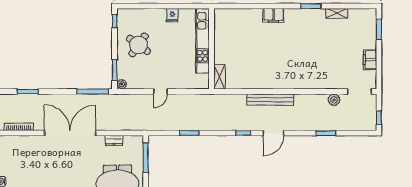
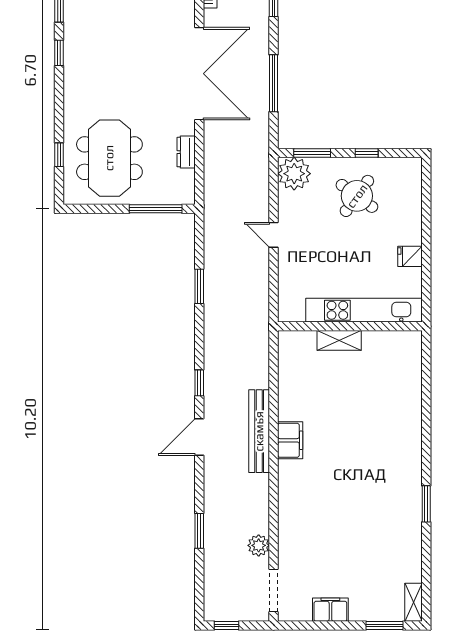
shelving: (337, 13) -> (414, 602), moved
filing cabinet: (273, 15) -> (290, 440), moved, turned 180
window: (115, 21) -> (367, 153), moved
shelving: (219, 77) -> (339, 340), moved
plant: (122, 84) -> (294, 174), width x1.87, depth x1.87
window: (93, 91) -> (274, 83), moved
door: (273, 133) -> (199, 437), hinge flipped

